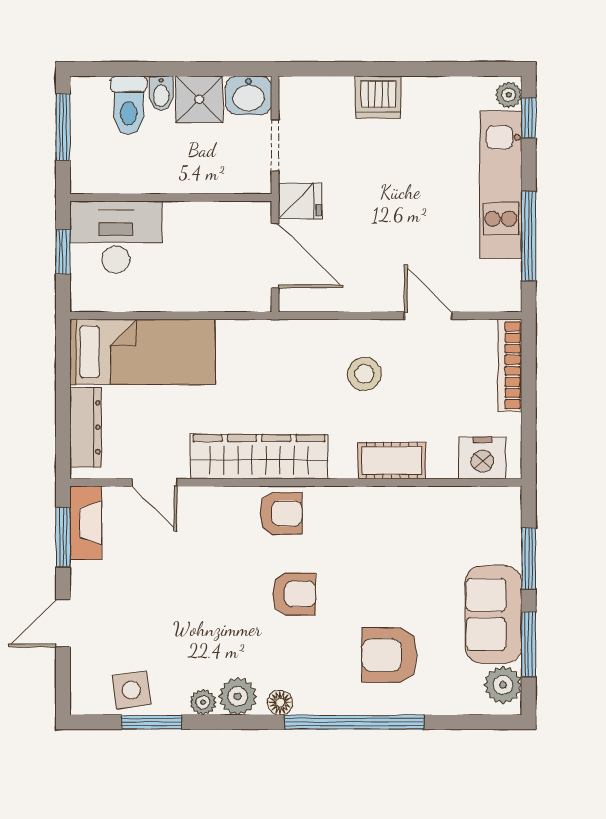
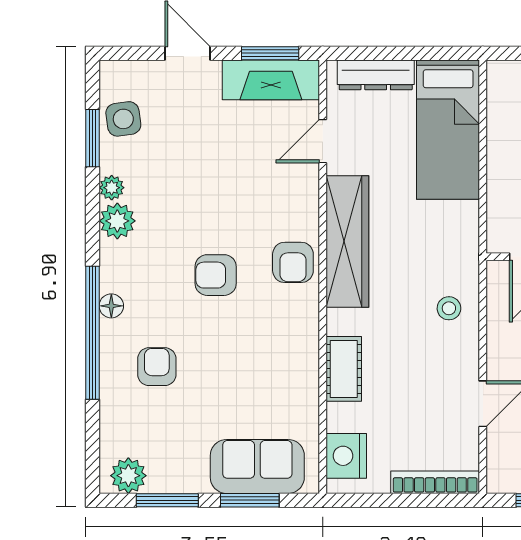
stool: (364, 374) -> (449, 308), moved, width x0.73, depth x0.73
fireplace: (86, 523) -> (271, 80), width x1.37, depth x1.32
armchair: (294, 594) -> (216, 275), turned 90
sofa: (493, 614) -> (257, 466), moved
armchair: (389, 655) -> (157, 367), width x0.72, depth x0.72
floor lamp: (280, 703) -> (111, 306), moved

